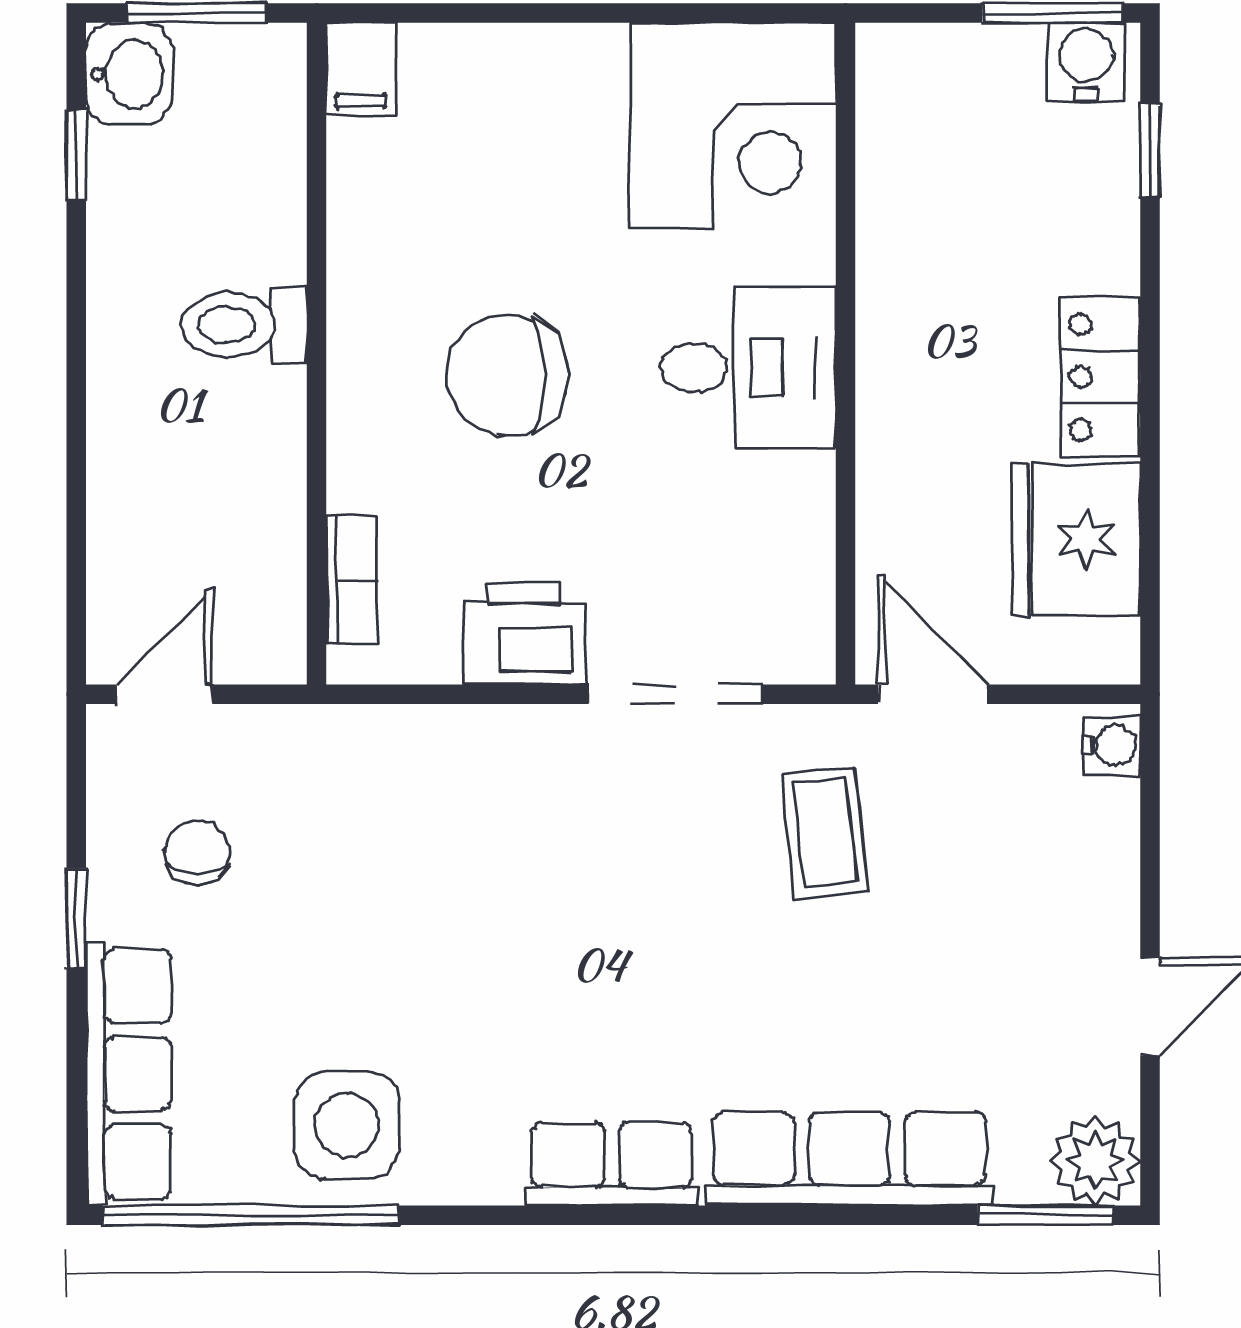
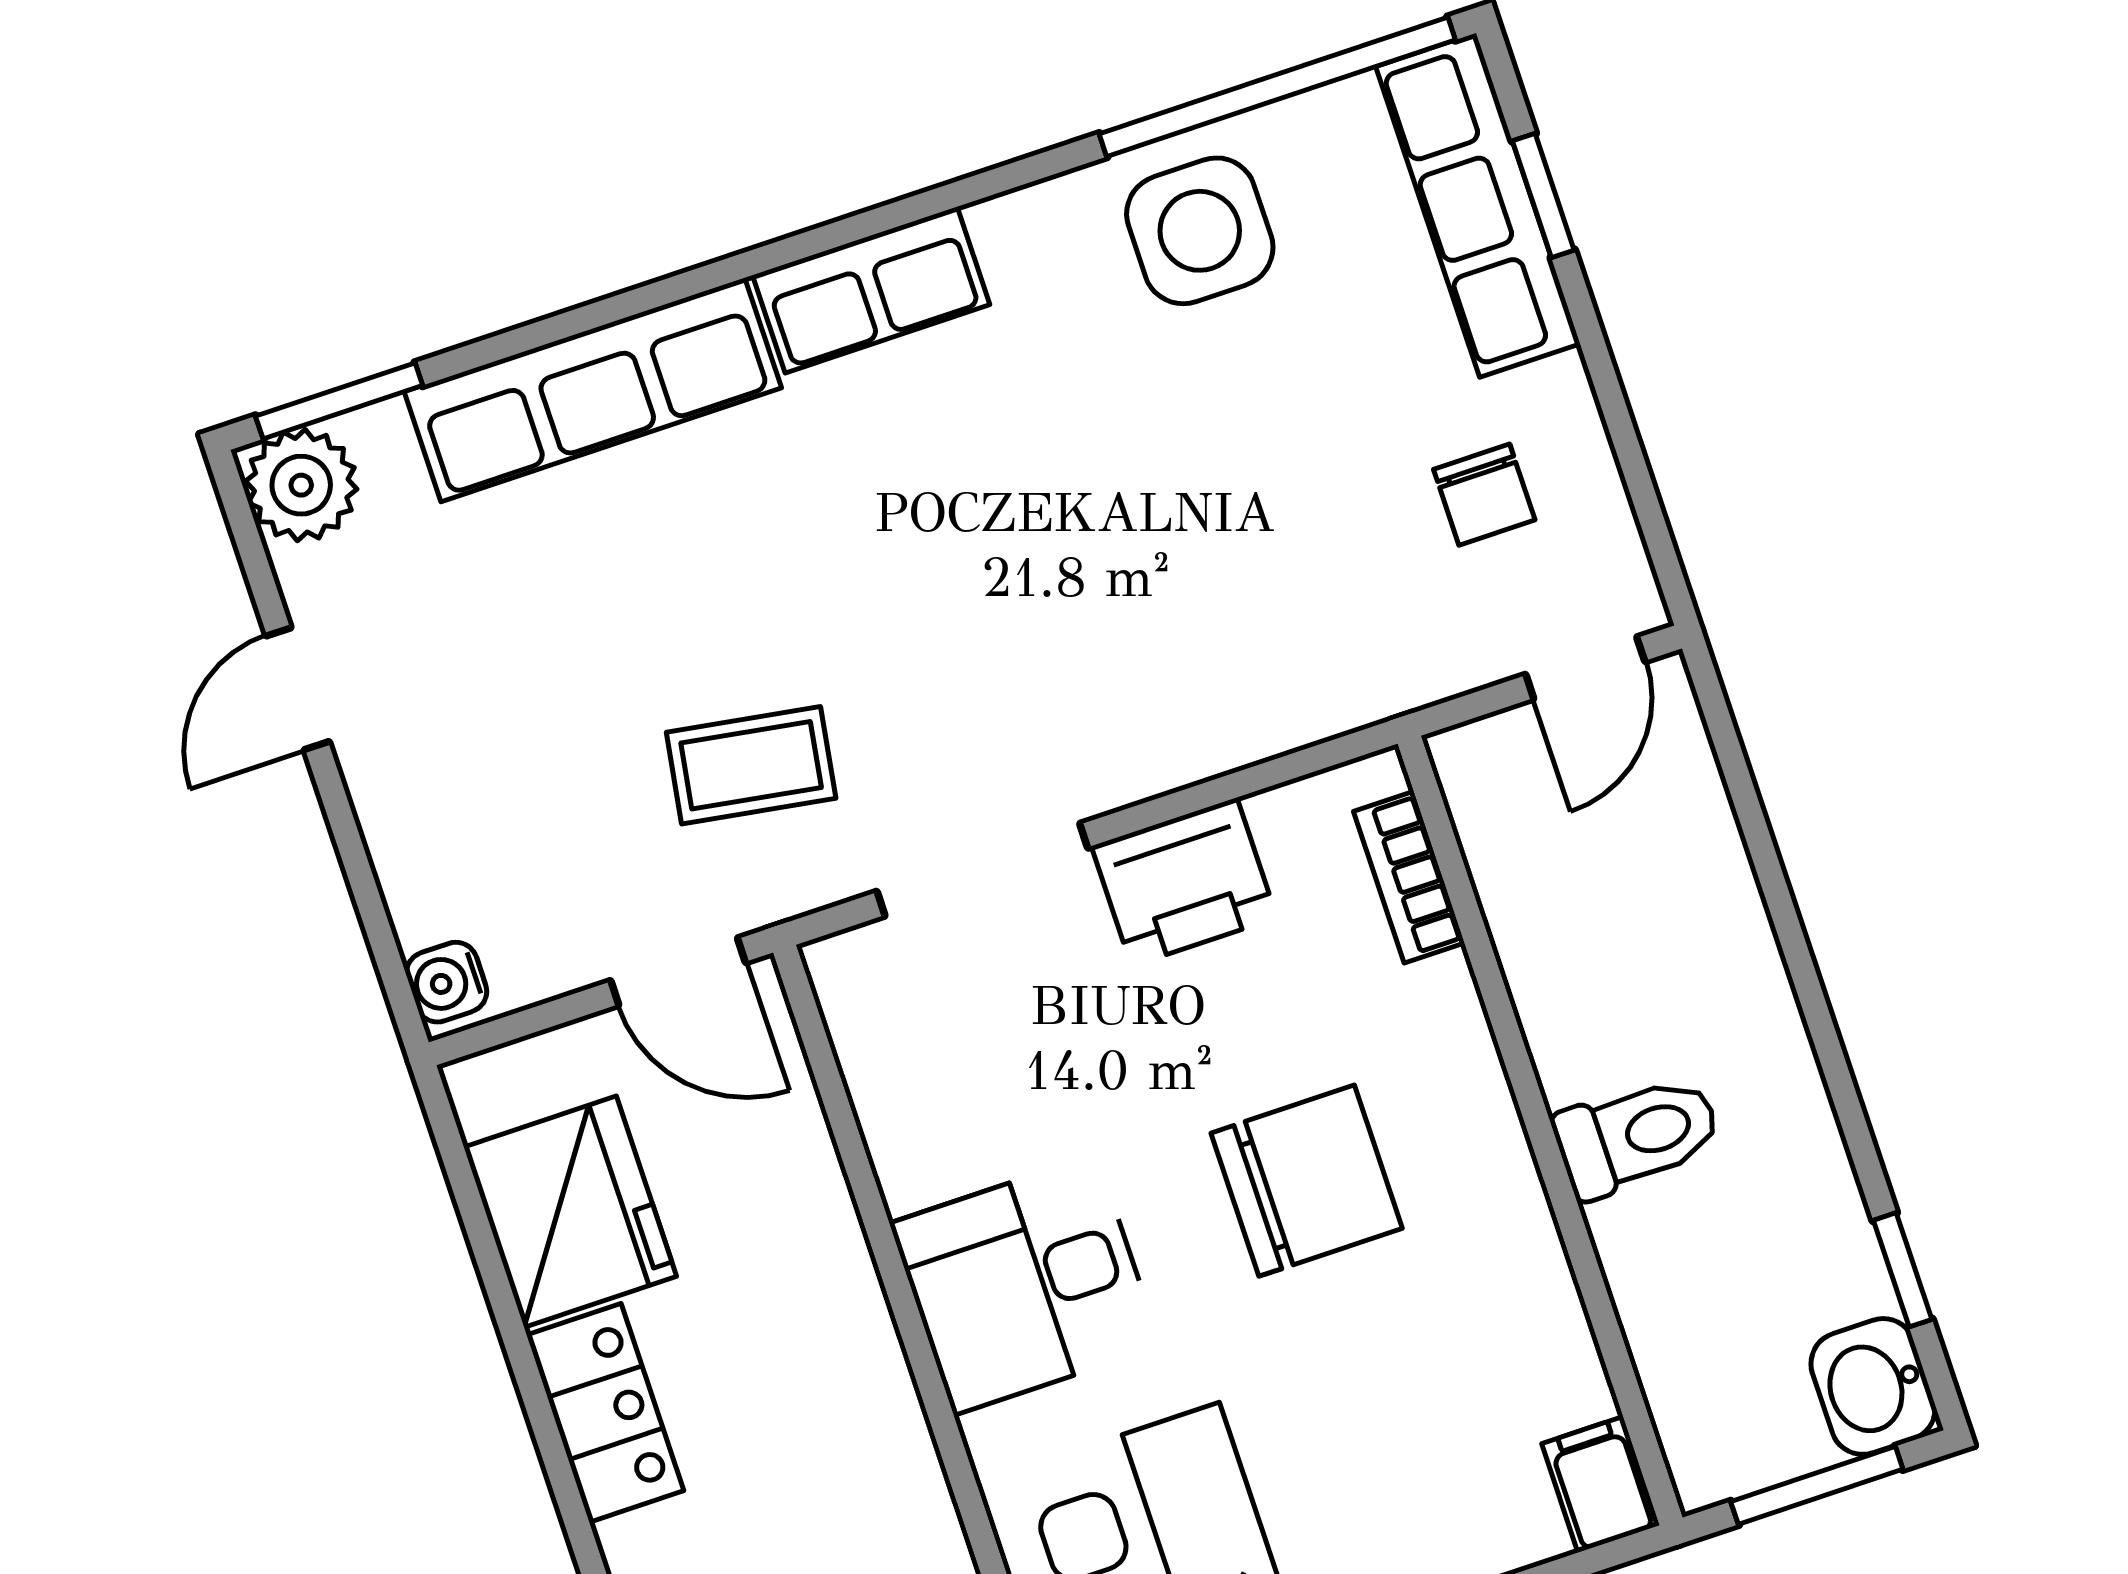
coffee table: (824, 833) -> (751, 765), turned -75
window: (76, 918) -> (1543, 195), moved

